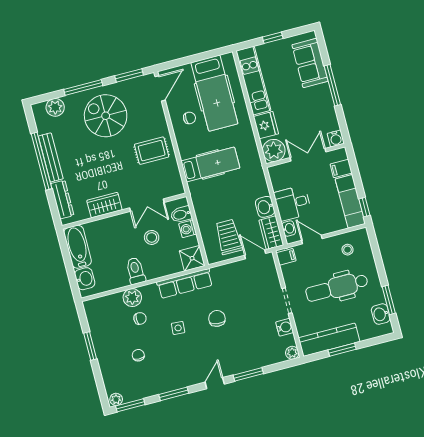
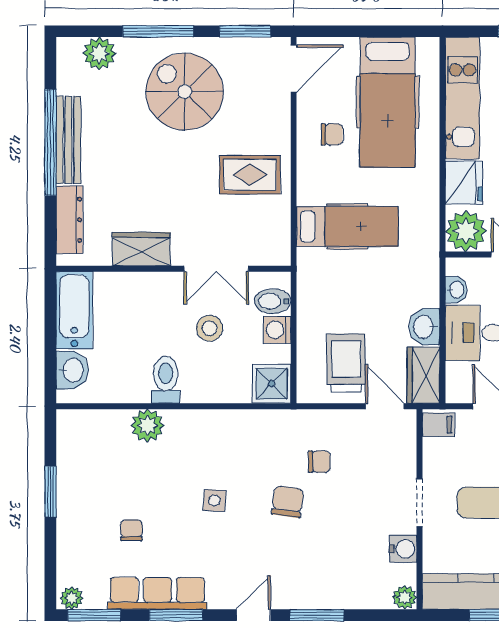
washbasin: (289, 229) -> (456, 290), moved
row of seats: (185, 284) -> (157, 593), moved, turned 180
chair: (140, 318) -> (319, 462), moved

